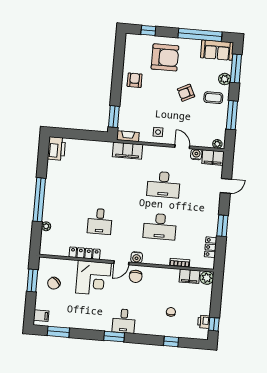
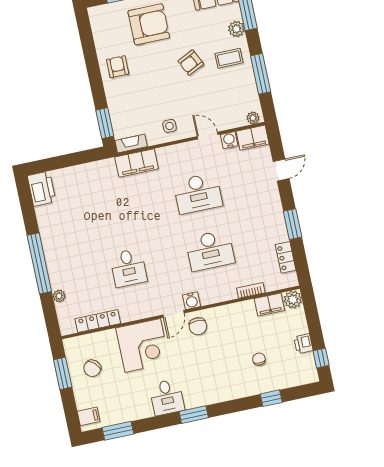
locker: (85, 253) -> (98, 321), moved
desk: (124, 321) -> (167, 397), moved
printer: (204, 322) -> (303, 344), moved

